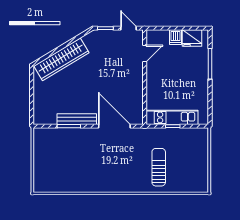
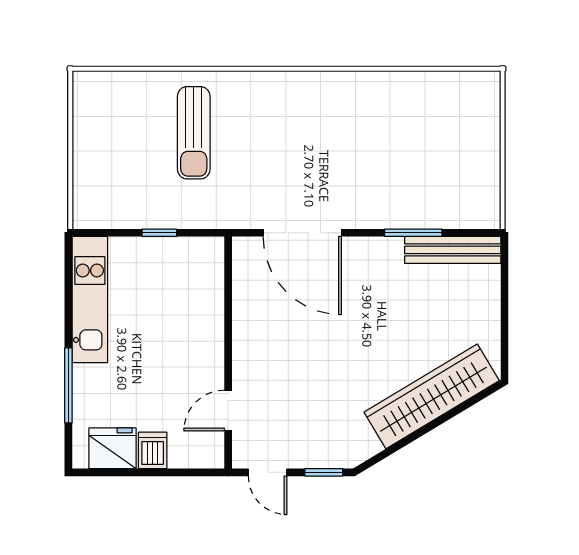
kitchen unit: (172, 117) -> (90, 300), moved, turned -90
bench: (77, 119) -> (453, 250), moved

